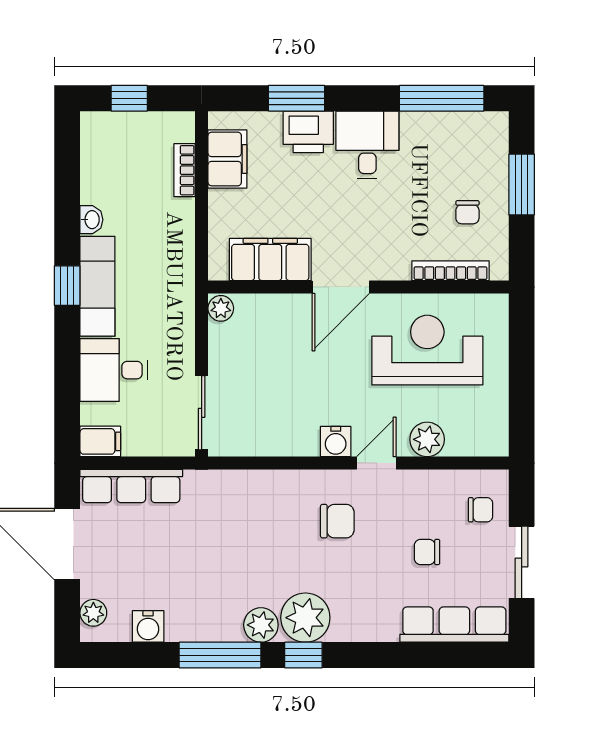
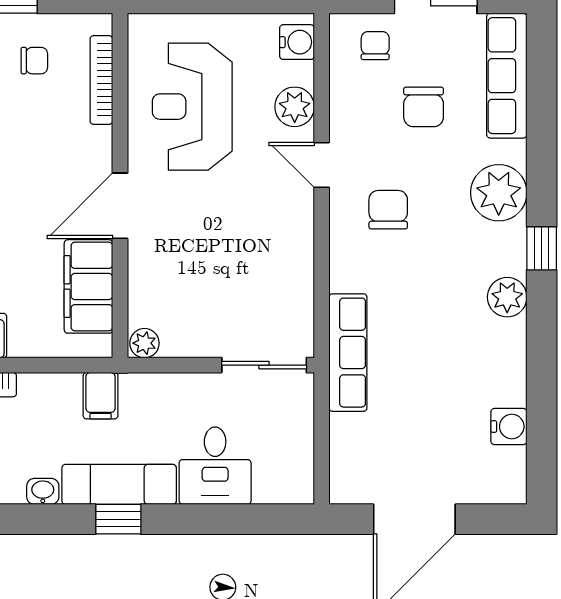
door: (341, 287) -> (120, 206), swing flipped
filing cabinet: (100, 441) -> (101, 396), moved, turned 180
water cooler: (336, 441) -> (297, 42), moved
row of seats: (131, 486) -> (348, 353), moved
chair: (427, 552) -> (424, 107), width x1.37, depth x1.37
plant: (93, 613) -> (493, 489), removed
plant: (305, 618) -> (499, 193), moved
window: (220, 655) -> (542, 344), removed

